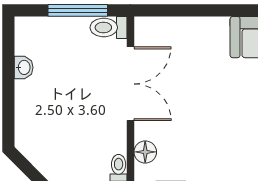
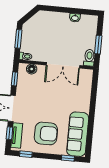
window: (78, 10) -> (98, 45), width x0.69

